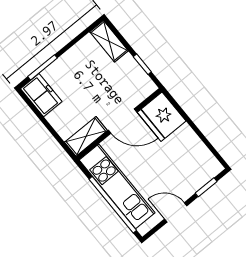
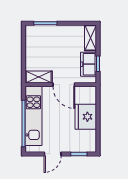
freezer: (41, 95) -> (89, 64), moved, turned 180
fridge: (162, 117) -> (86, 117), moved
door: (176, 212) -> (53, 154), swing flipped

